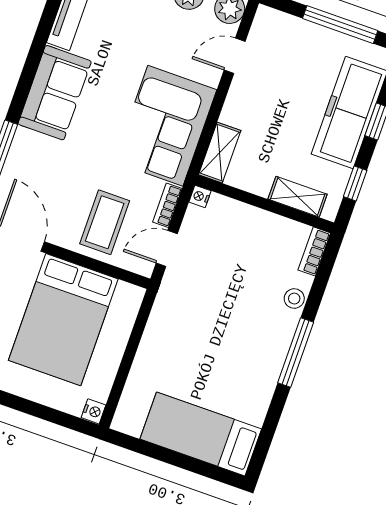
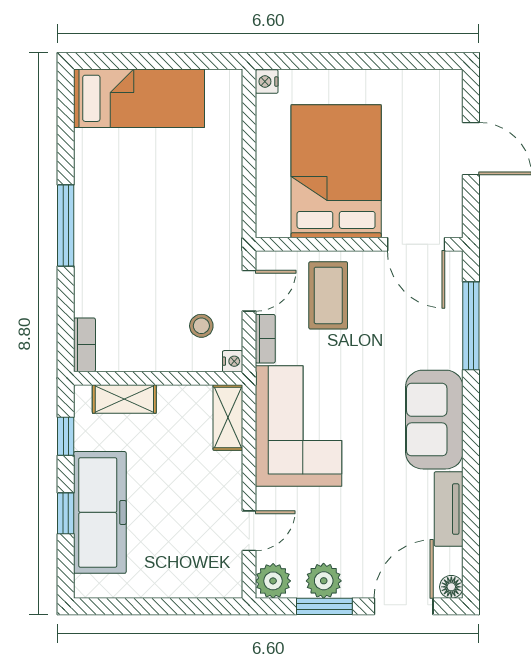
window: (340, 25) -> (144, 606), removed
stool: (294, 299) -> (201, 326), moved

